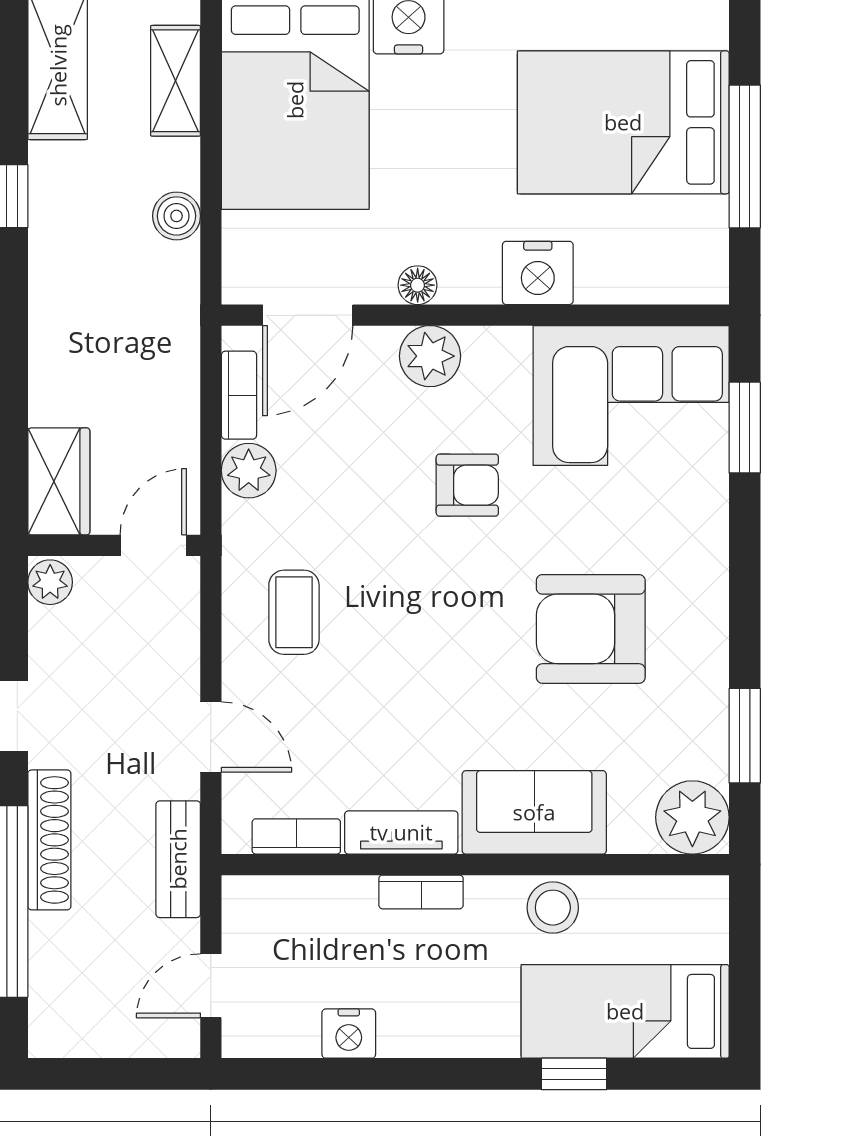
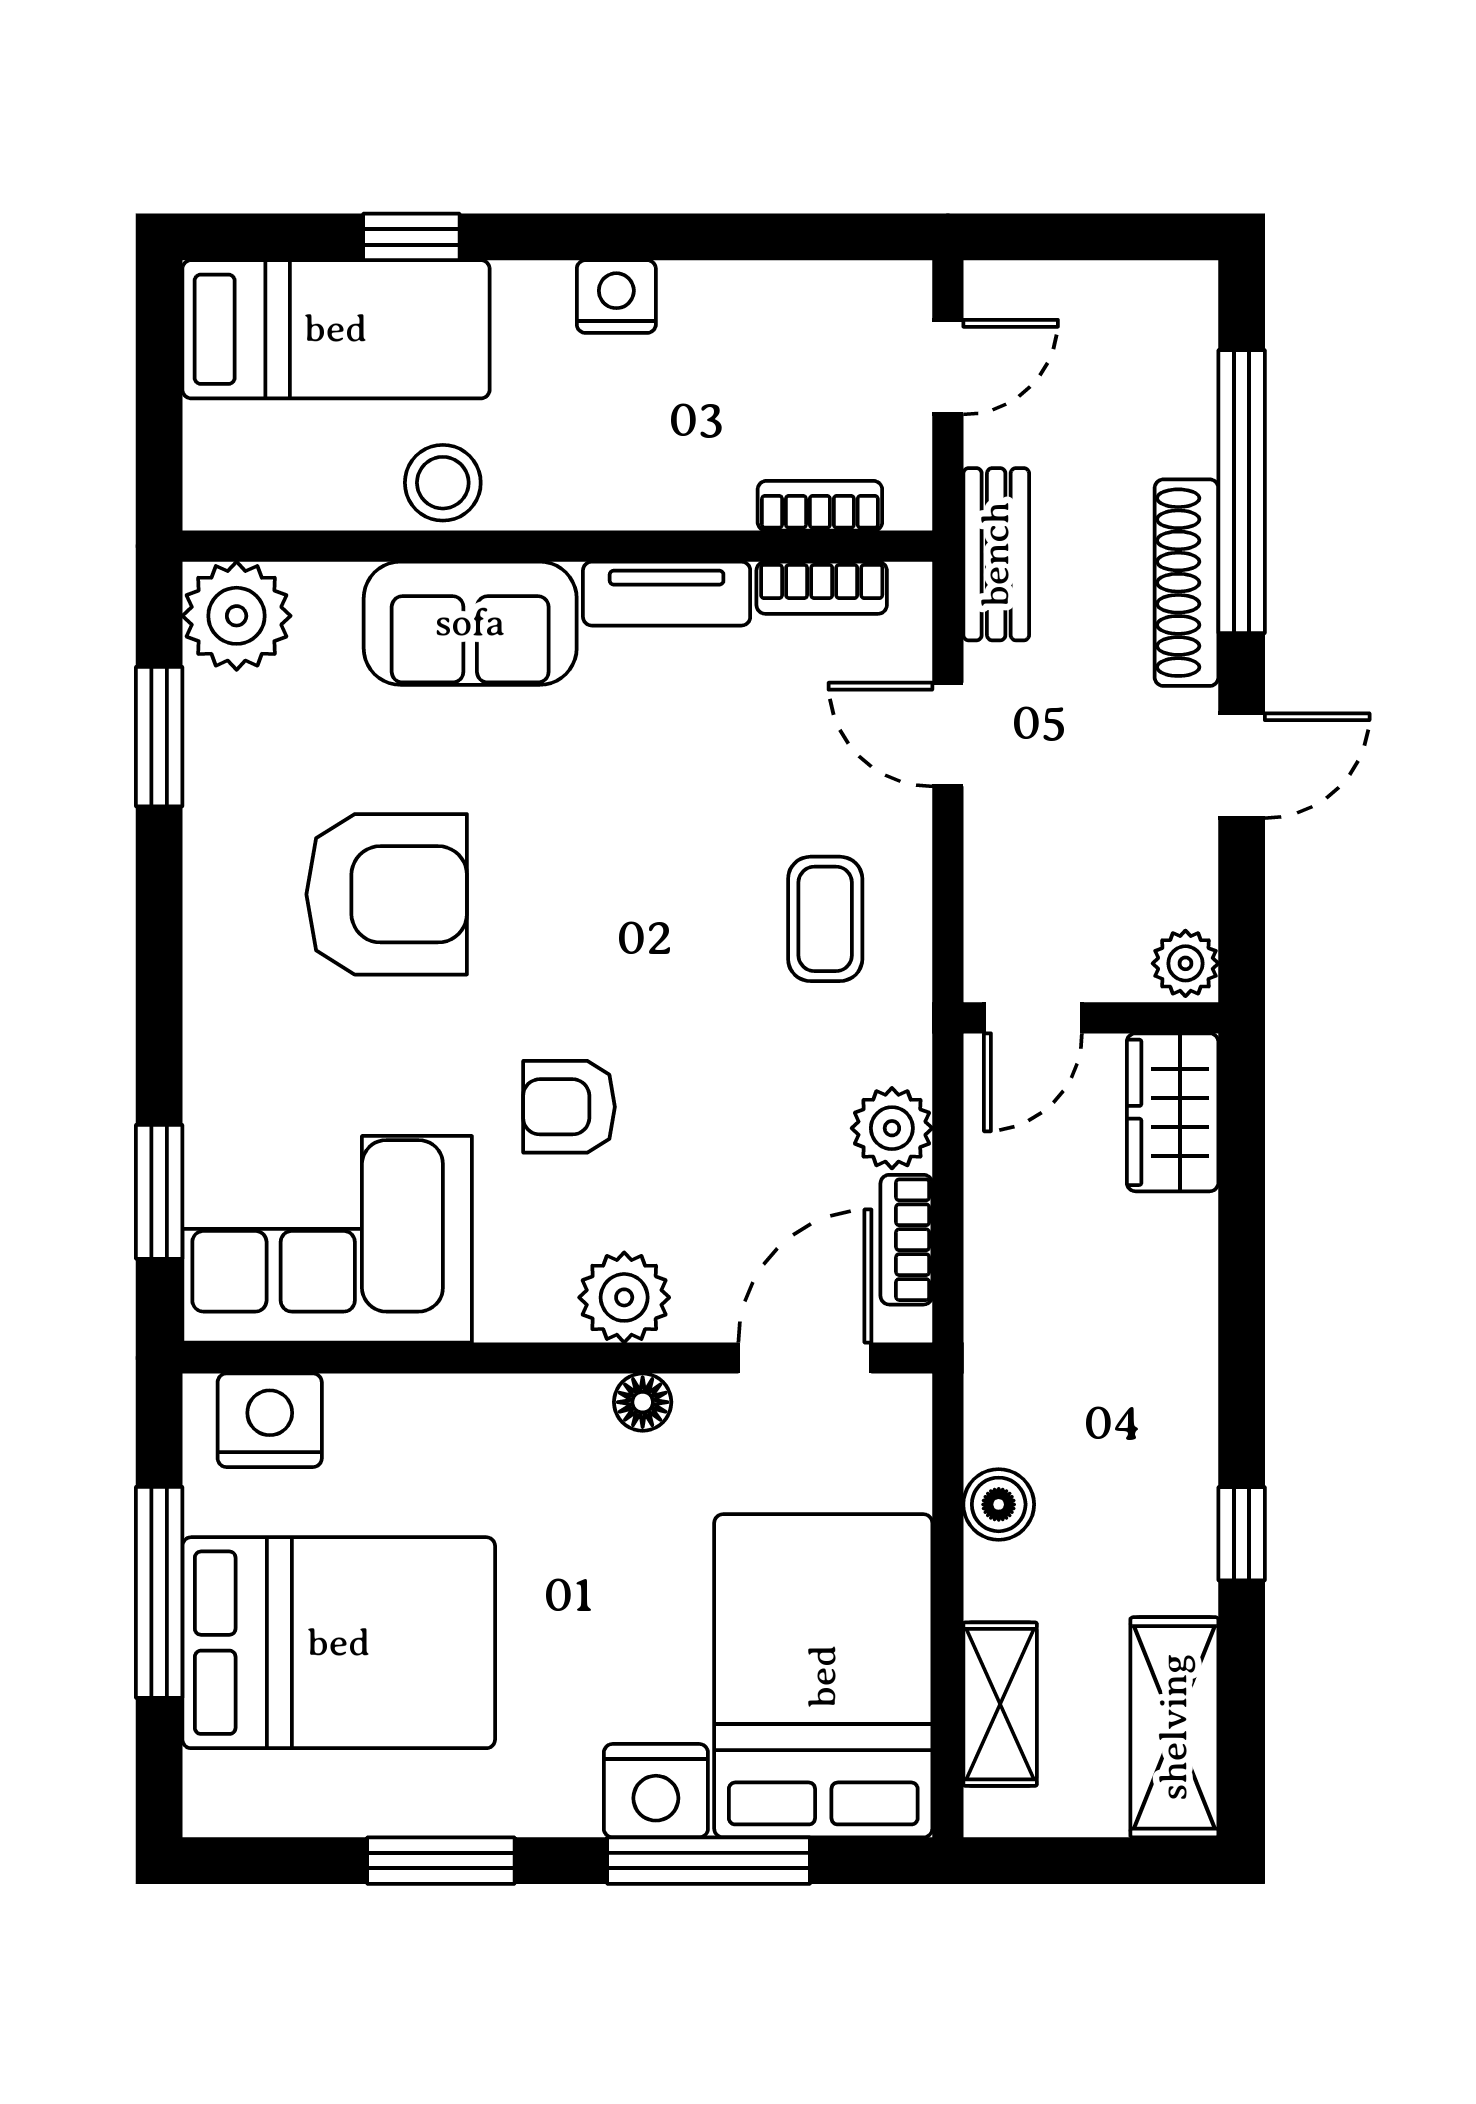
nightstand: (538, 273) -> (270, 1420), moved
bookcase: (421, 892) -> (820, 506), moved
nightstand: (349, 1034) -> (616, 297), moved

